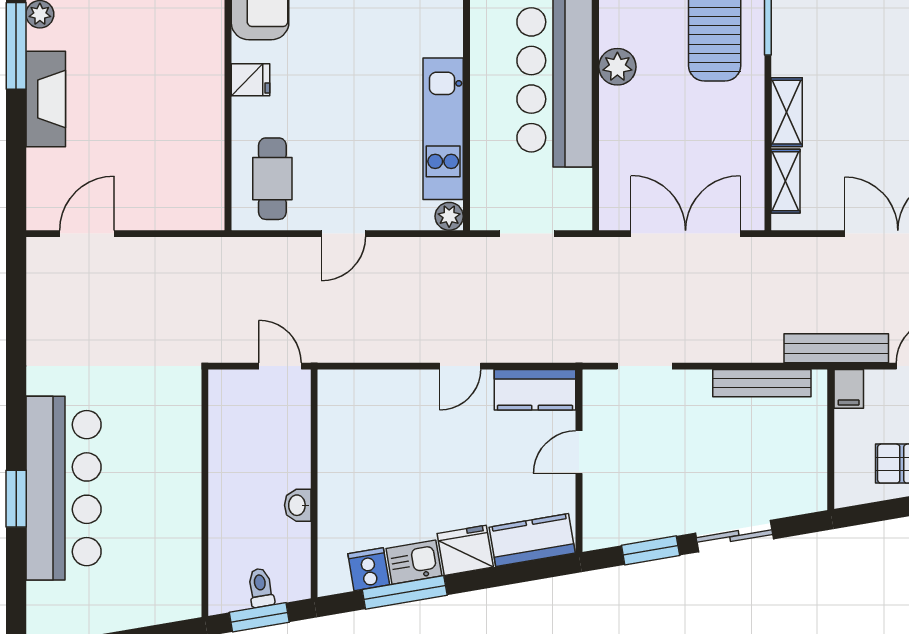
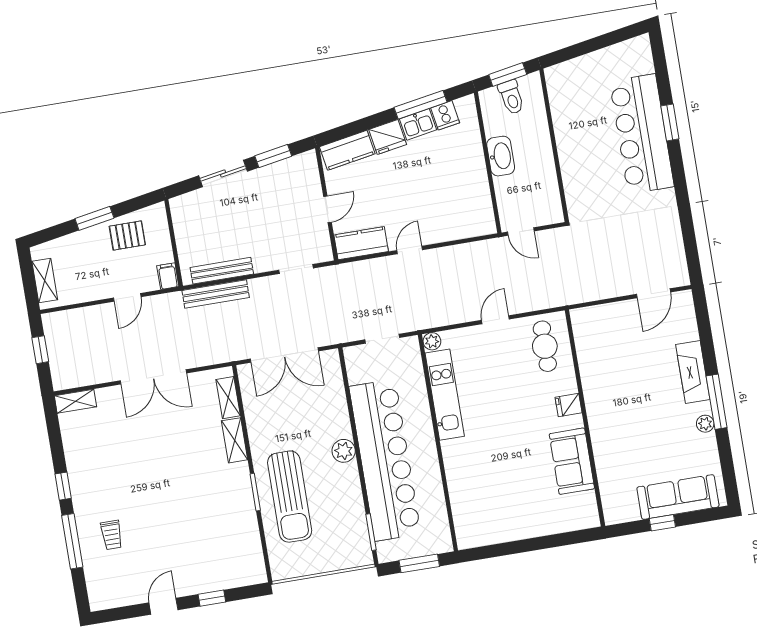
bench: (836, 348) -> (216, 294), moved
washbasin: (298, 505) -> (501, 156), width x1.91, depth x1.45
toilet: (261, 588) -> (511, 97), width x1.37, depth x1.39

